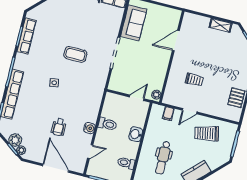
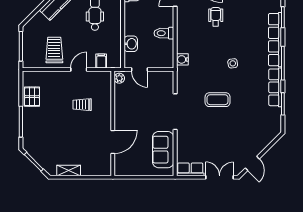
row of seats: (27, 36) -> (275, 87), moved
door: (137, 98) -> (140, 69), hinge flipped
water cooler: (89, 128) -> (182, 59), moved
trolley: (207, 133) -> (54, 50), turned -78
washbasin: (136, 134) -> (131, 44), moved

